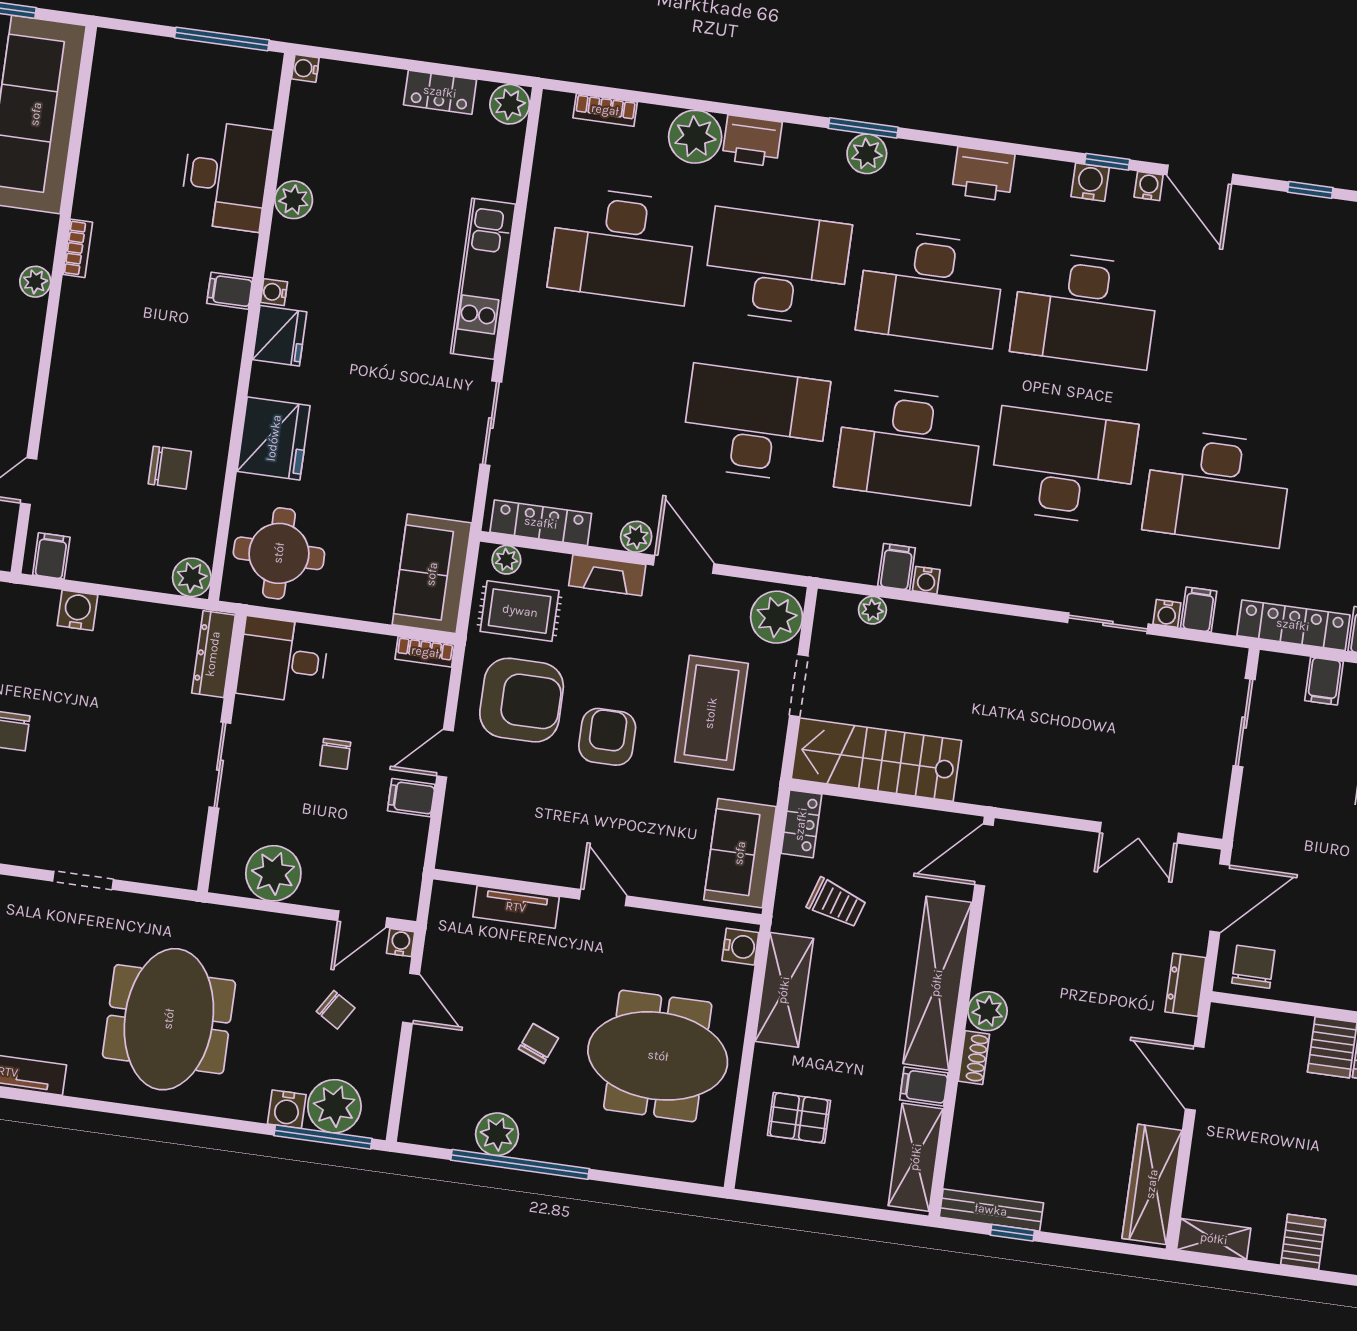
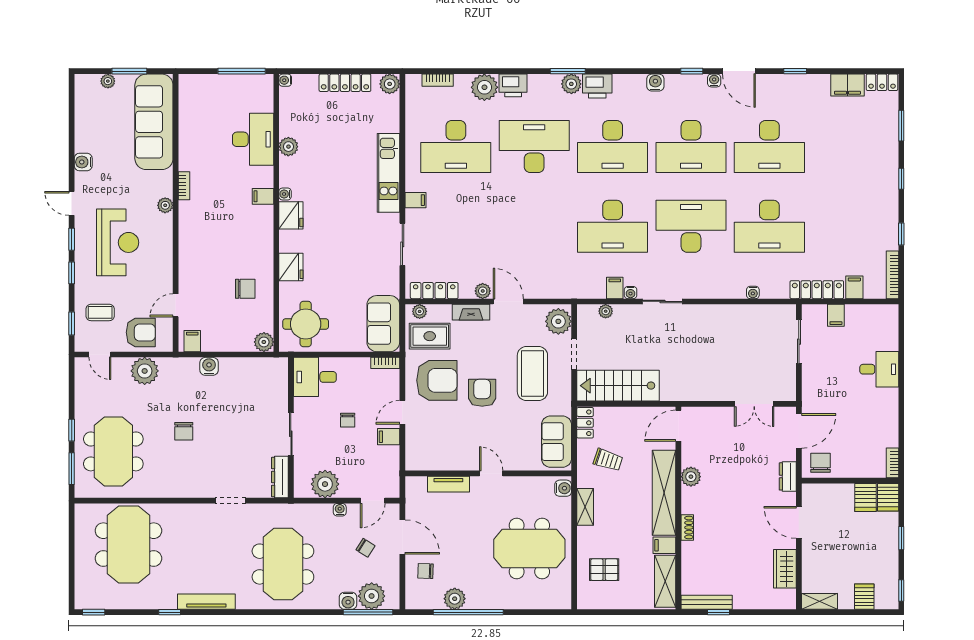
locker: (440, 92) -> (345, 83), width x1.53
printer: (983, 174) -> (597, 86), moved
water cooler: (1090, 182) -> (655, 83), moved
desk: (755, 424) -> (769, 146), moved, turned 180
fridge: (274, 438) -> (291, 267), width x0.73, depth x0.75
filing cabinet: (1199, 610) -> (416, 200), moved, turned 90
sliding door: (1108, 623) -> (662, 301), moved
dresser: (213, 654) -> (280, 477), moved
water cooler: (401, 943) -> (340, 510), moved
shelving: (784, 990) -> (585, 507), width x0.67, depth x0.75
door: (411, 998) -> (402, 537), width x1.38
plant: (988, 1011) -> (691, 477), moved
chair: (538, 1044) -> (426, 571), moved, turned -110
wardrobe: (1152, 1184) -> (785, 569), width x0.67

